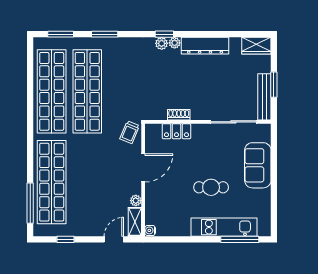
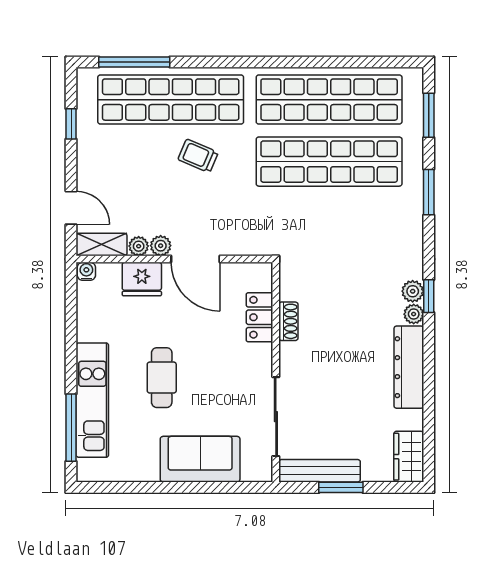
trolley: (130, 132) -> (198, 156), moved
plant: (135, 188) -> (161, 246), added
fridge: (155, 199) -> (142, 279), added

